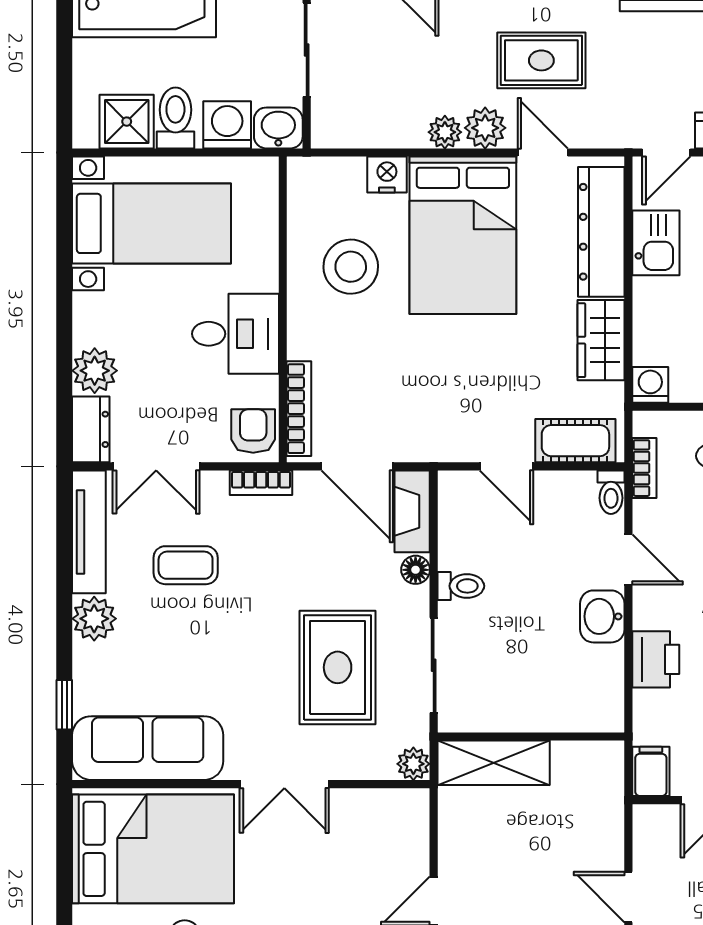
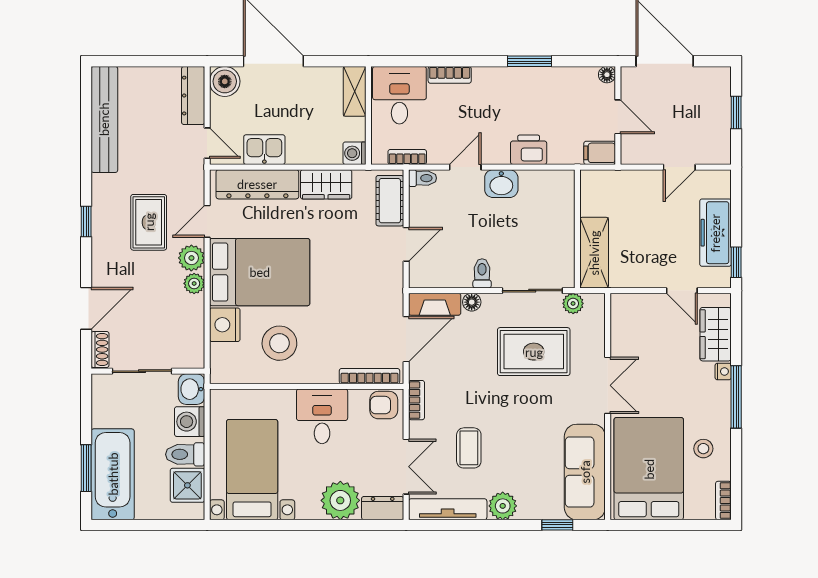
nightstand: (387, 174) -> (225, 325), width x1.36, depth x1.33
plant: (95, 371) -> (340, 500), width x1.36, depth x1.36
plant: (413, 764) -> (573, 303), moved

